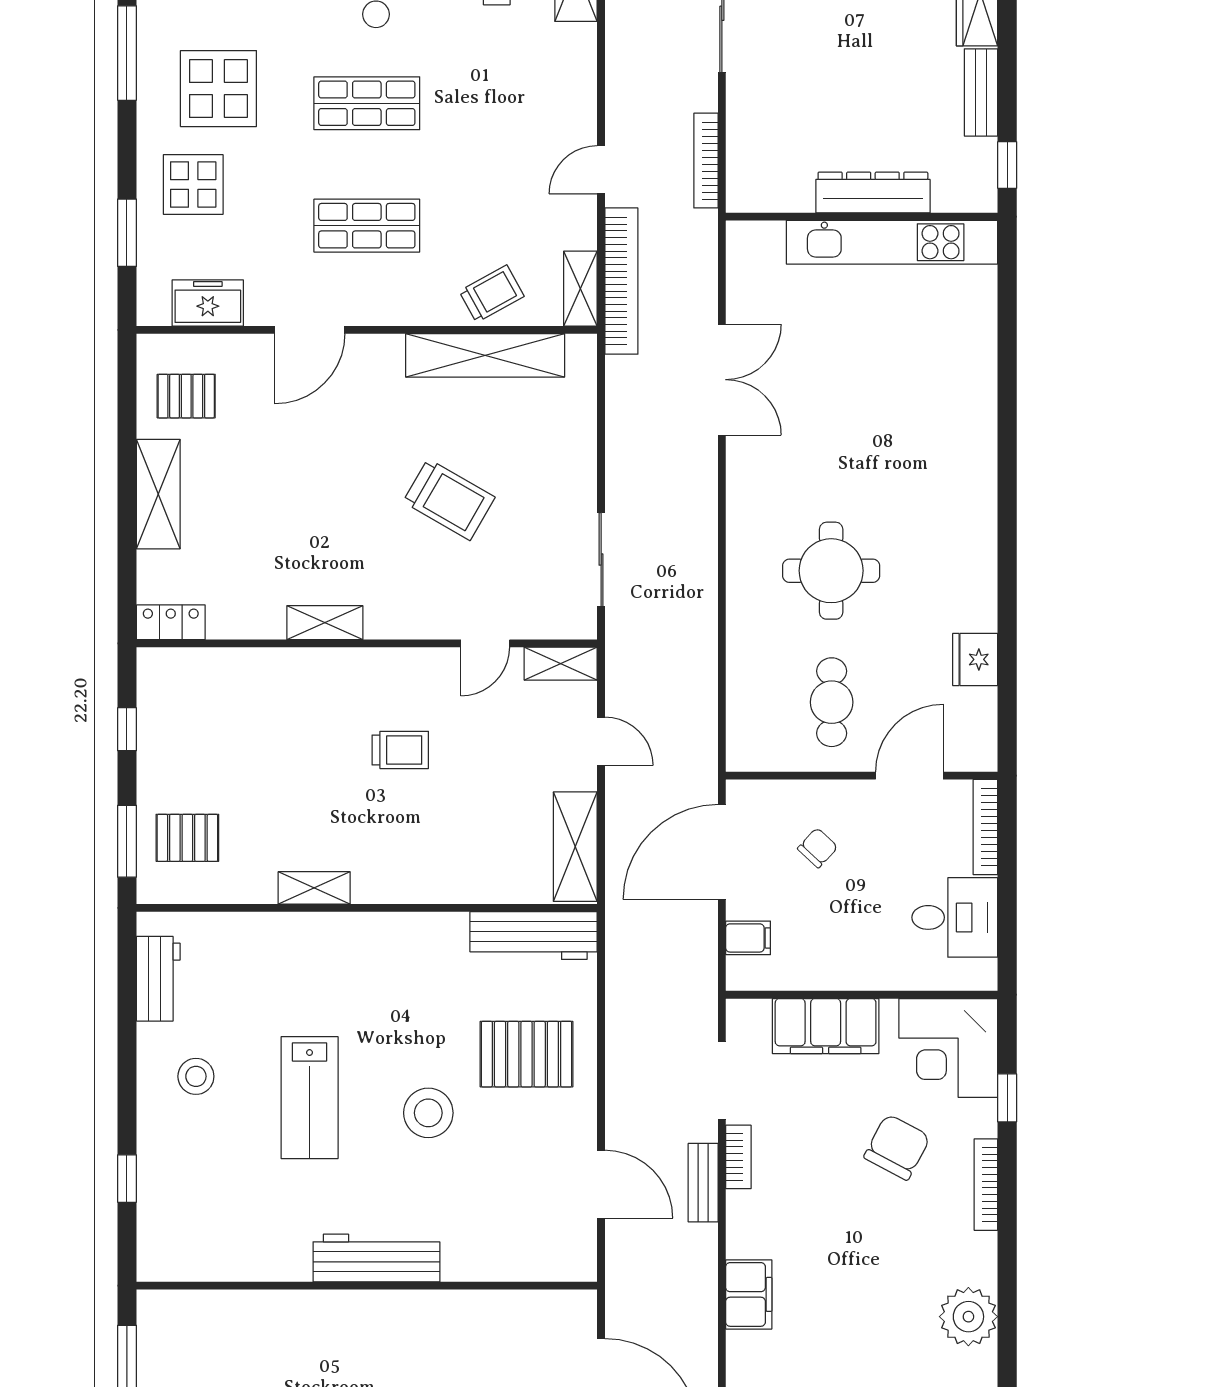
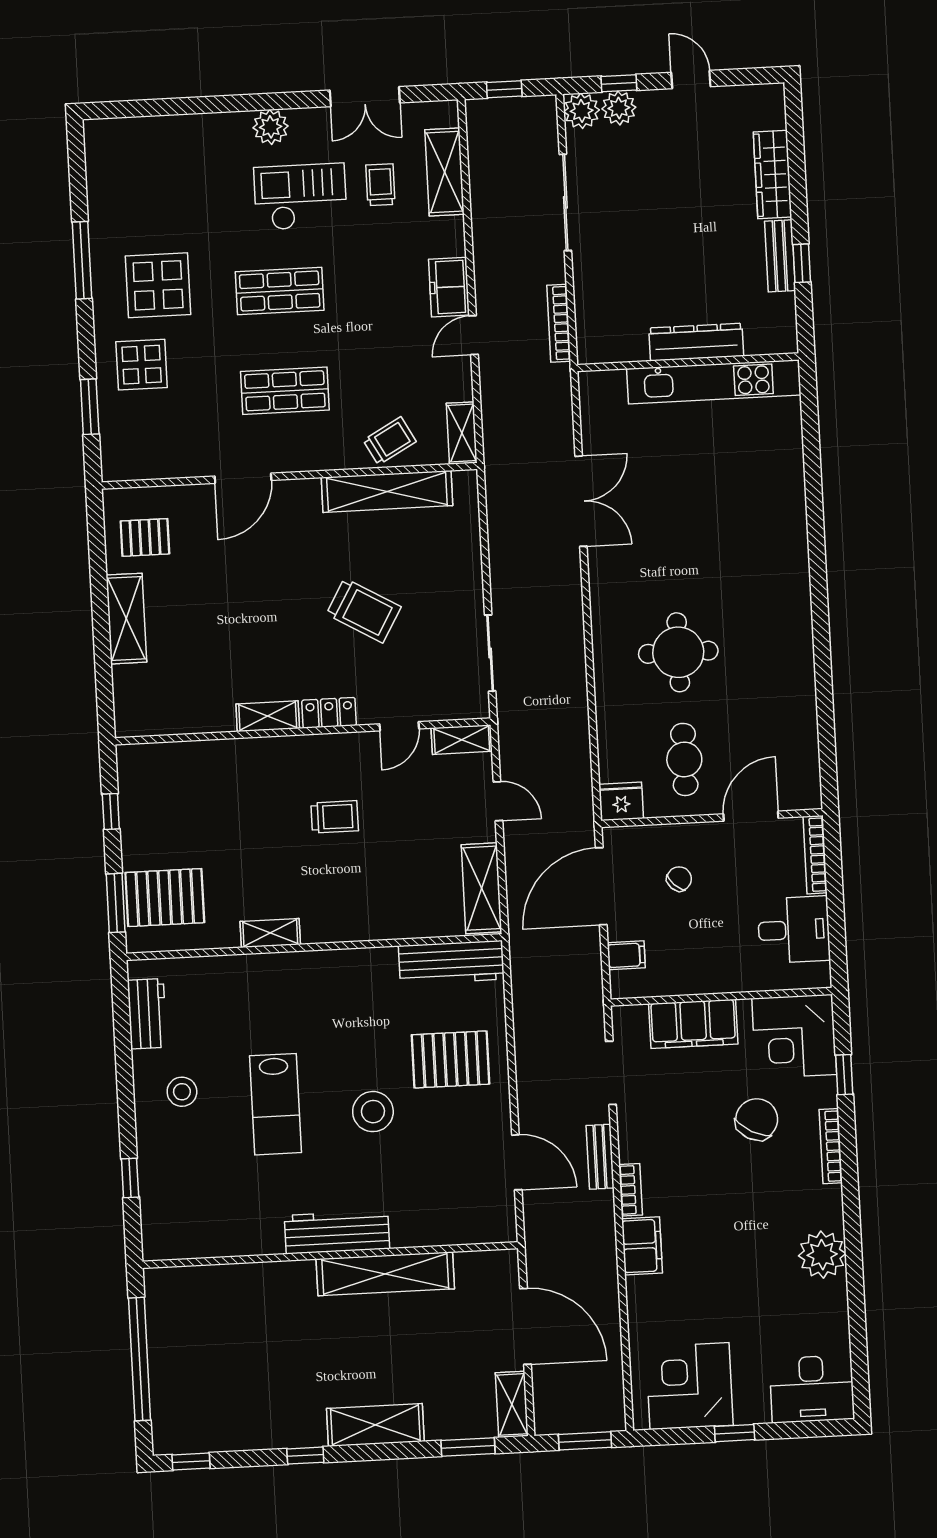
window: (1007, 165) -> (802, 263), moved
bookcase: (621, 281) -> (495, 425), removed
freezer: (208, 303) -> (449, 287), moved, turned -90
locker: (171, 622) -> (329, 713), moved
fridge: (975, 659) -> (621, 801), moved, turned 90
pallet: (187, 838) -> (165, 898), width x1.50, depth x1.42
bookcase: (738, 1157) -> (631, 1190), moved
shelving: (433, 1312) -> (385, 1274), added

